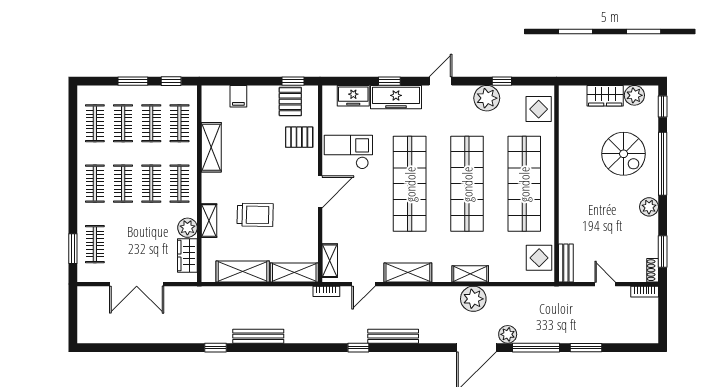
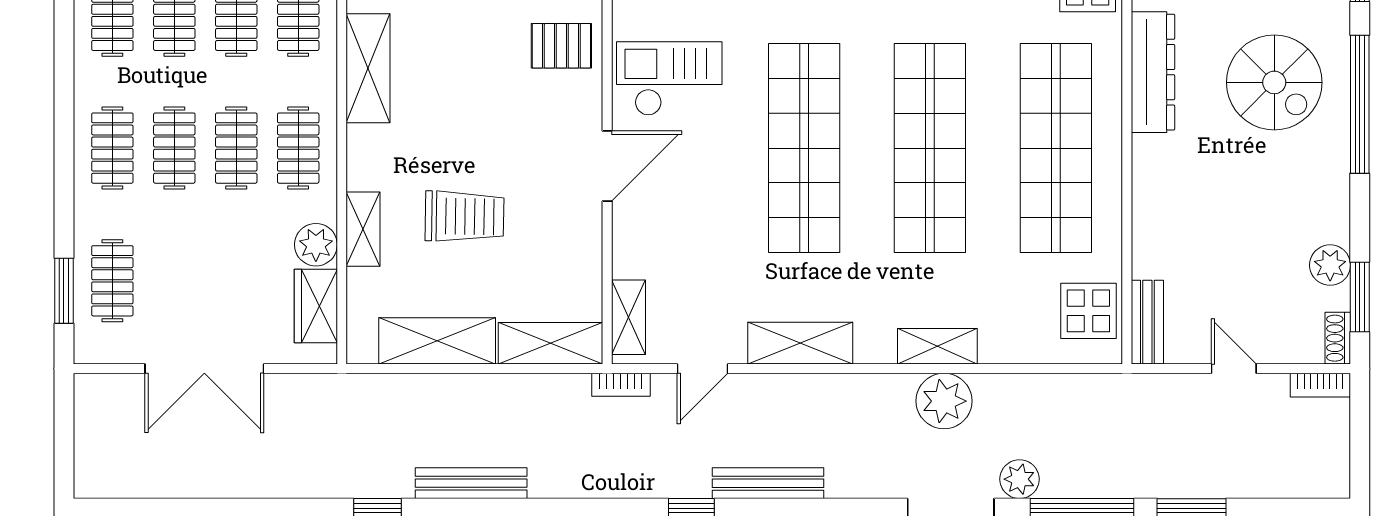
dresser: (568, 149) -> (1153, 72), added
plant: (649, 207) -> (1330, 265), moved

